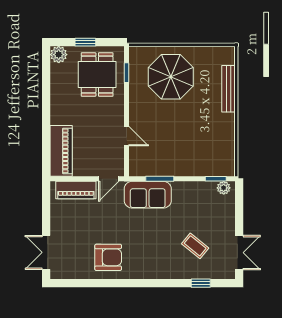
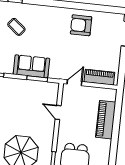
piano: (61, 151) -> (106, 120), moved
sofa: (148, 195) -> (31, 66), moved

